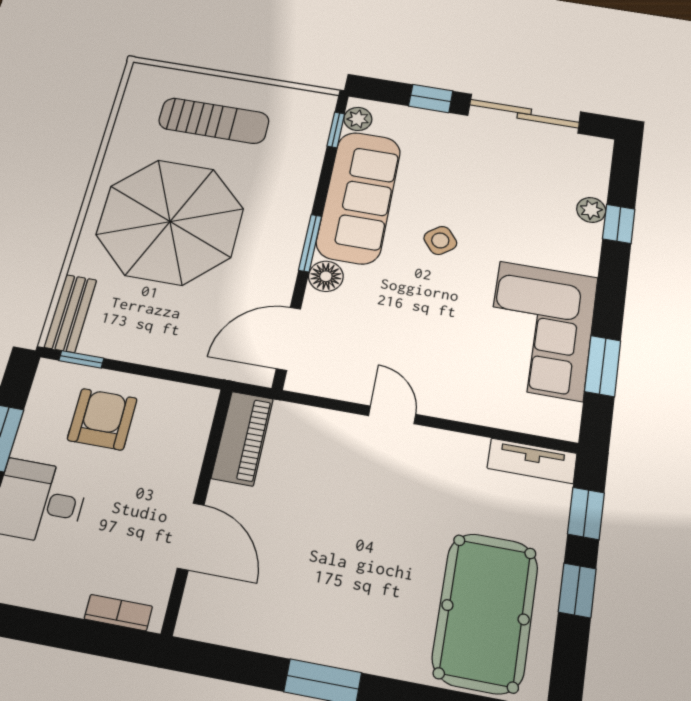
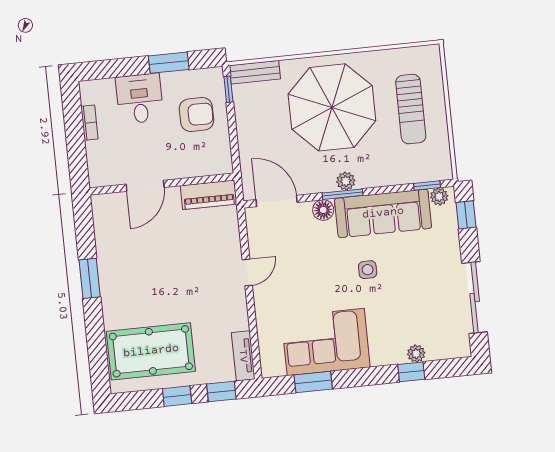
window: (431, 98) -> (466, 215), moved
plant: (291, 233) -> (346, 181), added
side table: (440, 240) -> (368, 270), turned 38
bookcase: (118, 613) -> (89, 123), moved

